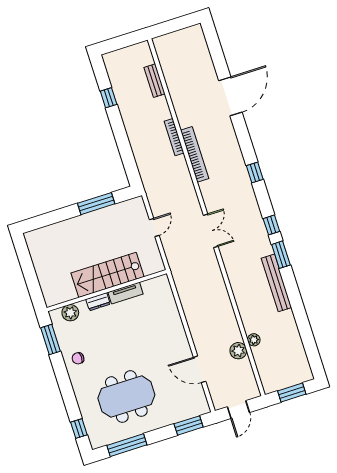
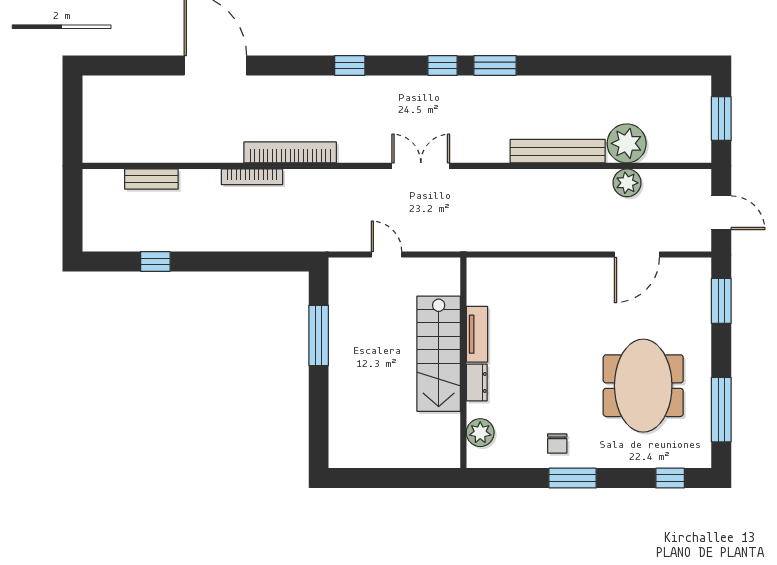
bench: (276, 283) -> (558, 151), moved
window: (51, 339) -> (573, 478), moved
plant: (254, 340) -> (627, 143), width x1.88, depth x1.88

